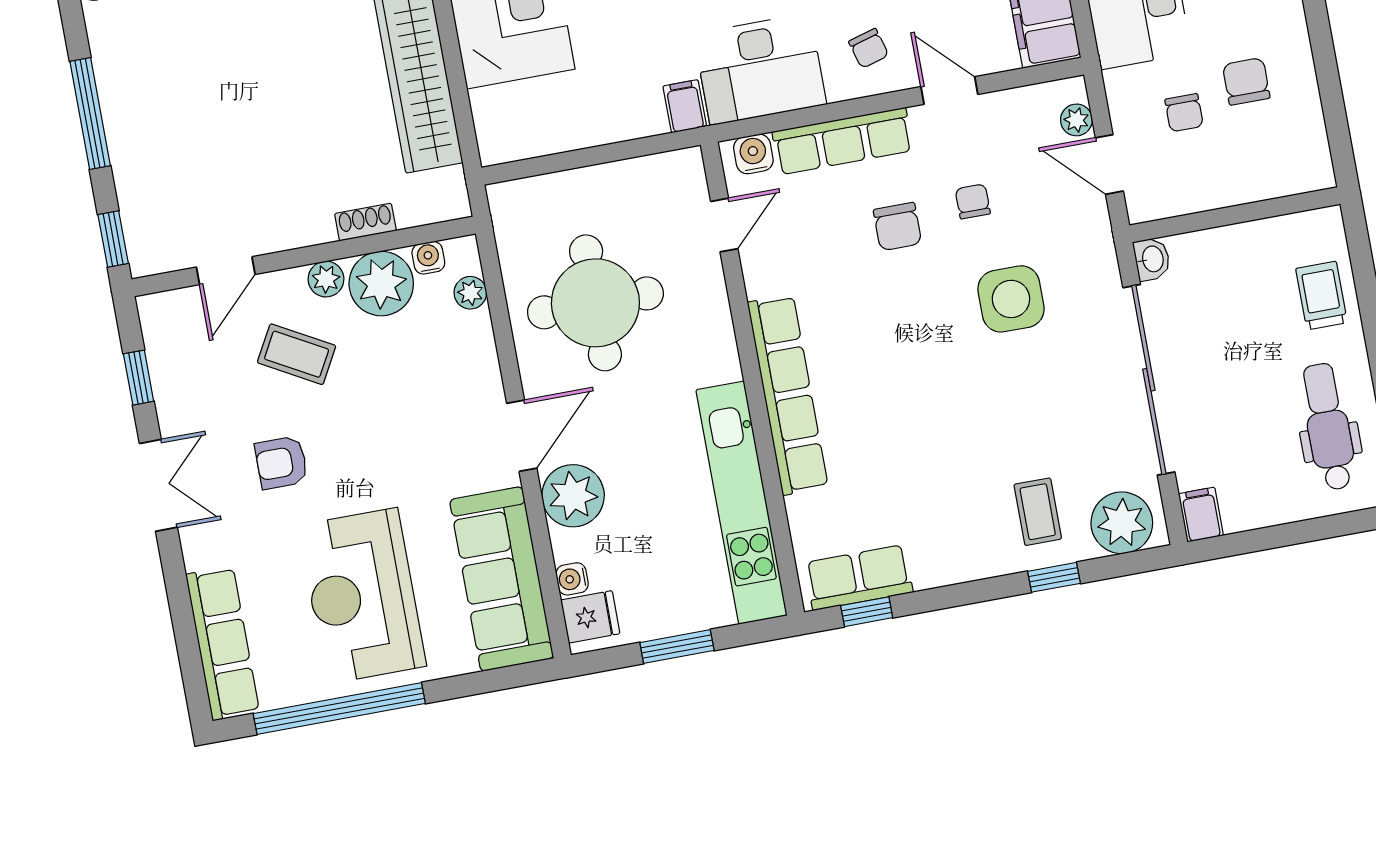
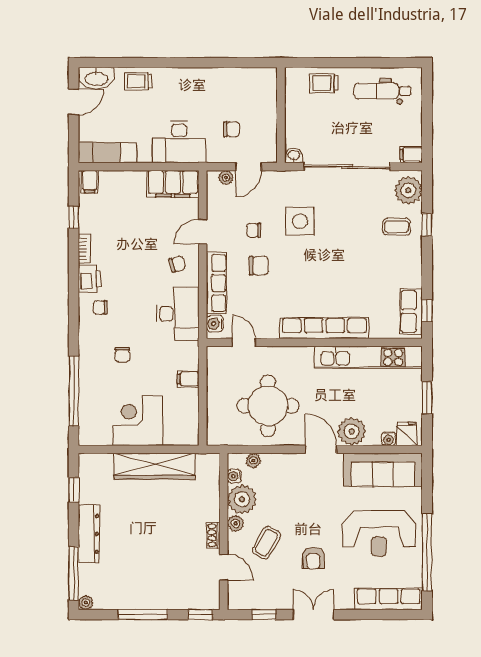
chair: (1246, 81) -> (223, 99), removed
filing cabinet: (685, 106) -> (188, 379), moved
shoe rack: (365, 222) -> (213, 535), moved

